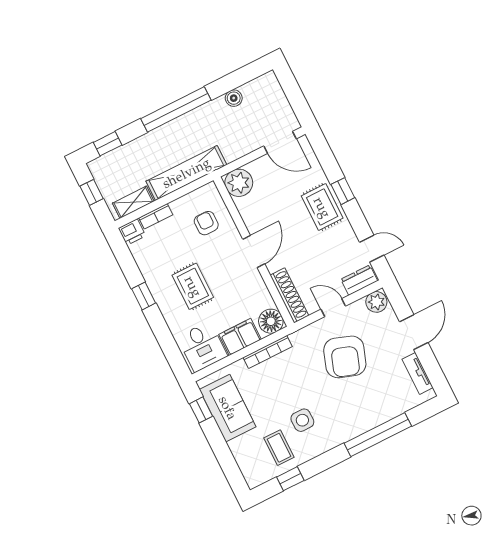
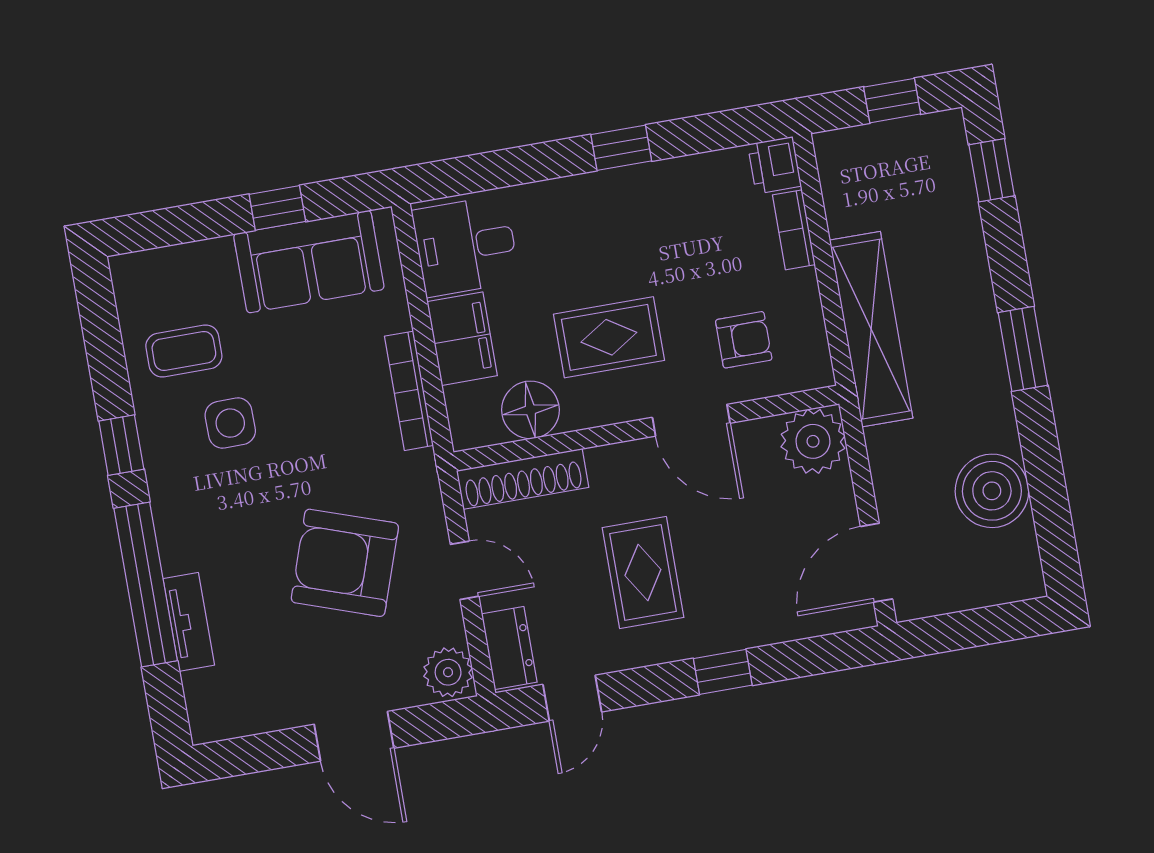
boiler: (234, 98) -> (992, 491), width x1.86, depth x1.86
window: (176, 109) -> (1023, 349), width x0.47
shelving: (133, 202) -> (841, 188), removed
rug: (322, 207) -> (643, 573), moved, turned 90
door: (254, 252) -> (691, 420), moved
rug: (193, 286) -> (609, 337), moved
door: (333, 308) -> (465, 570), hinge flipped
floor lamp: (271, 321) -> (530, 410), moved
tv unit: (417, 373) -> (189, 622), moved, turned 90
window: (201, 410) -> (277, 208), moved
window: (290, 479) -> (121, 445), moved

